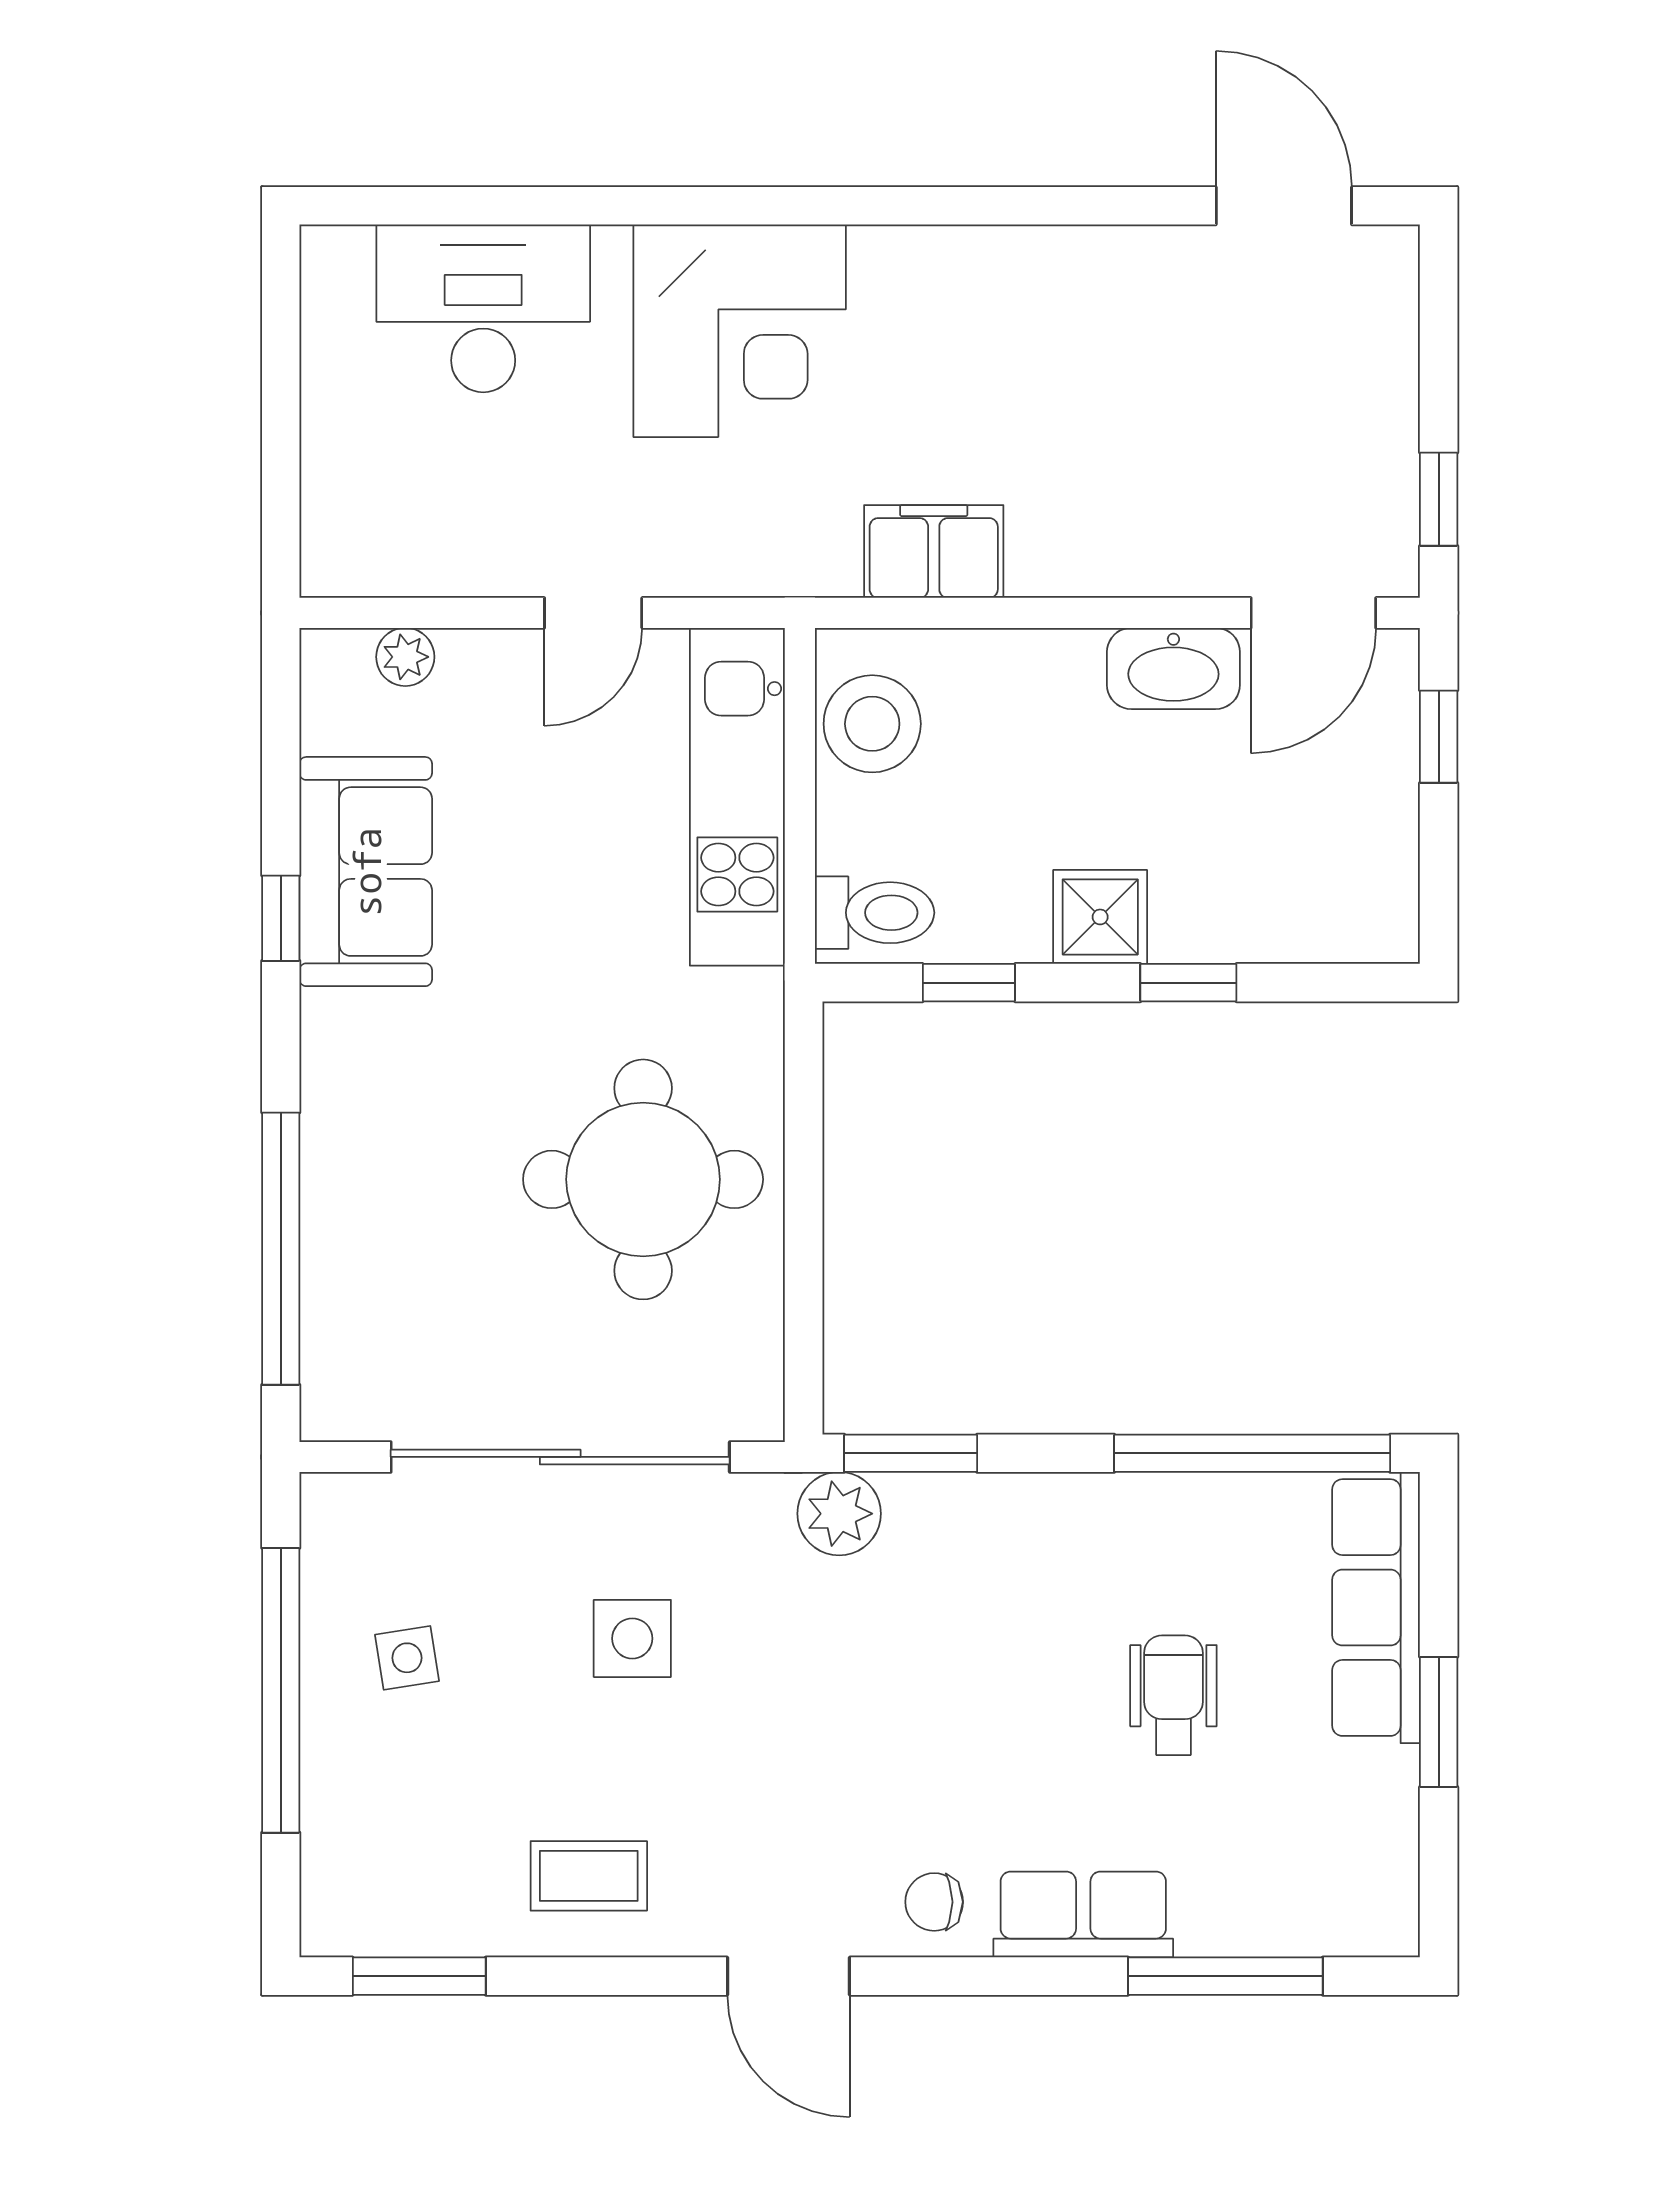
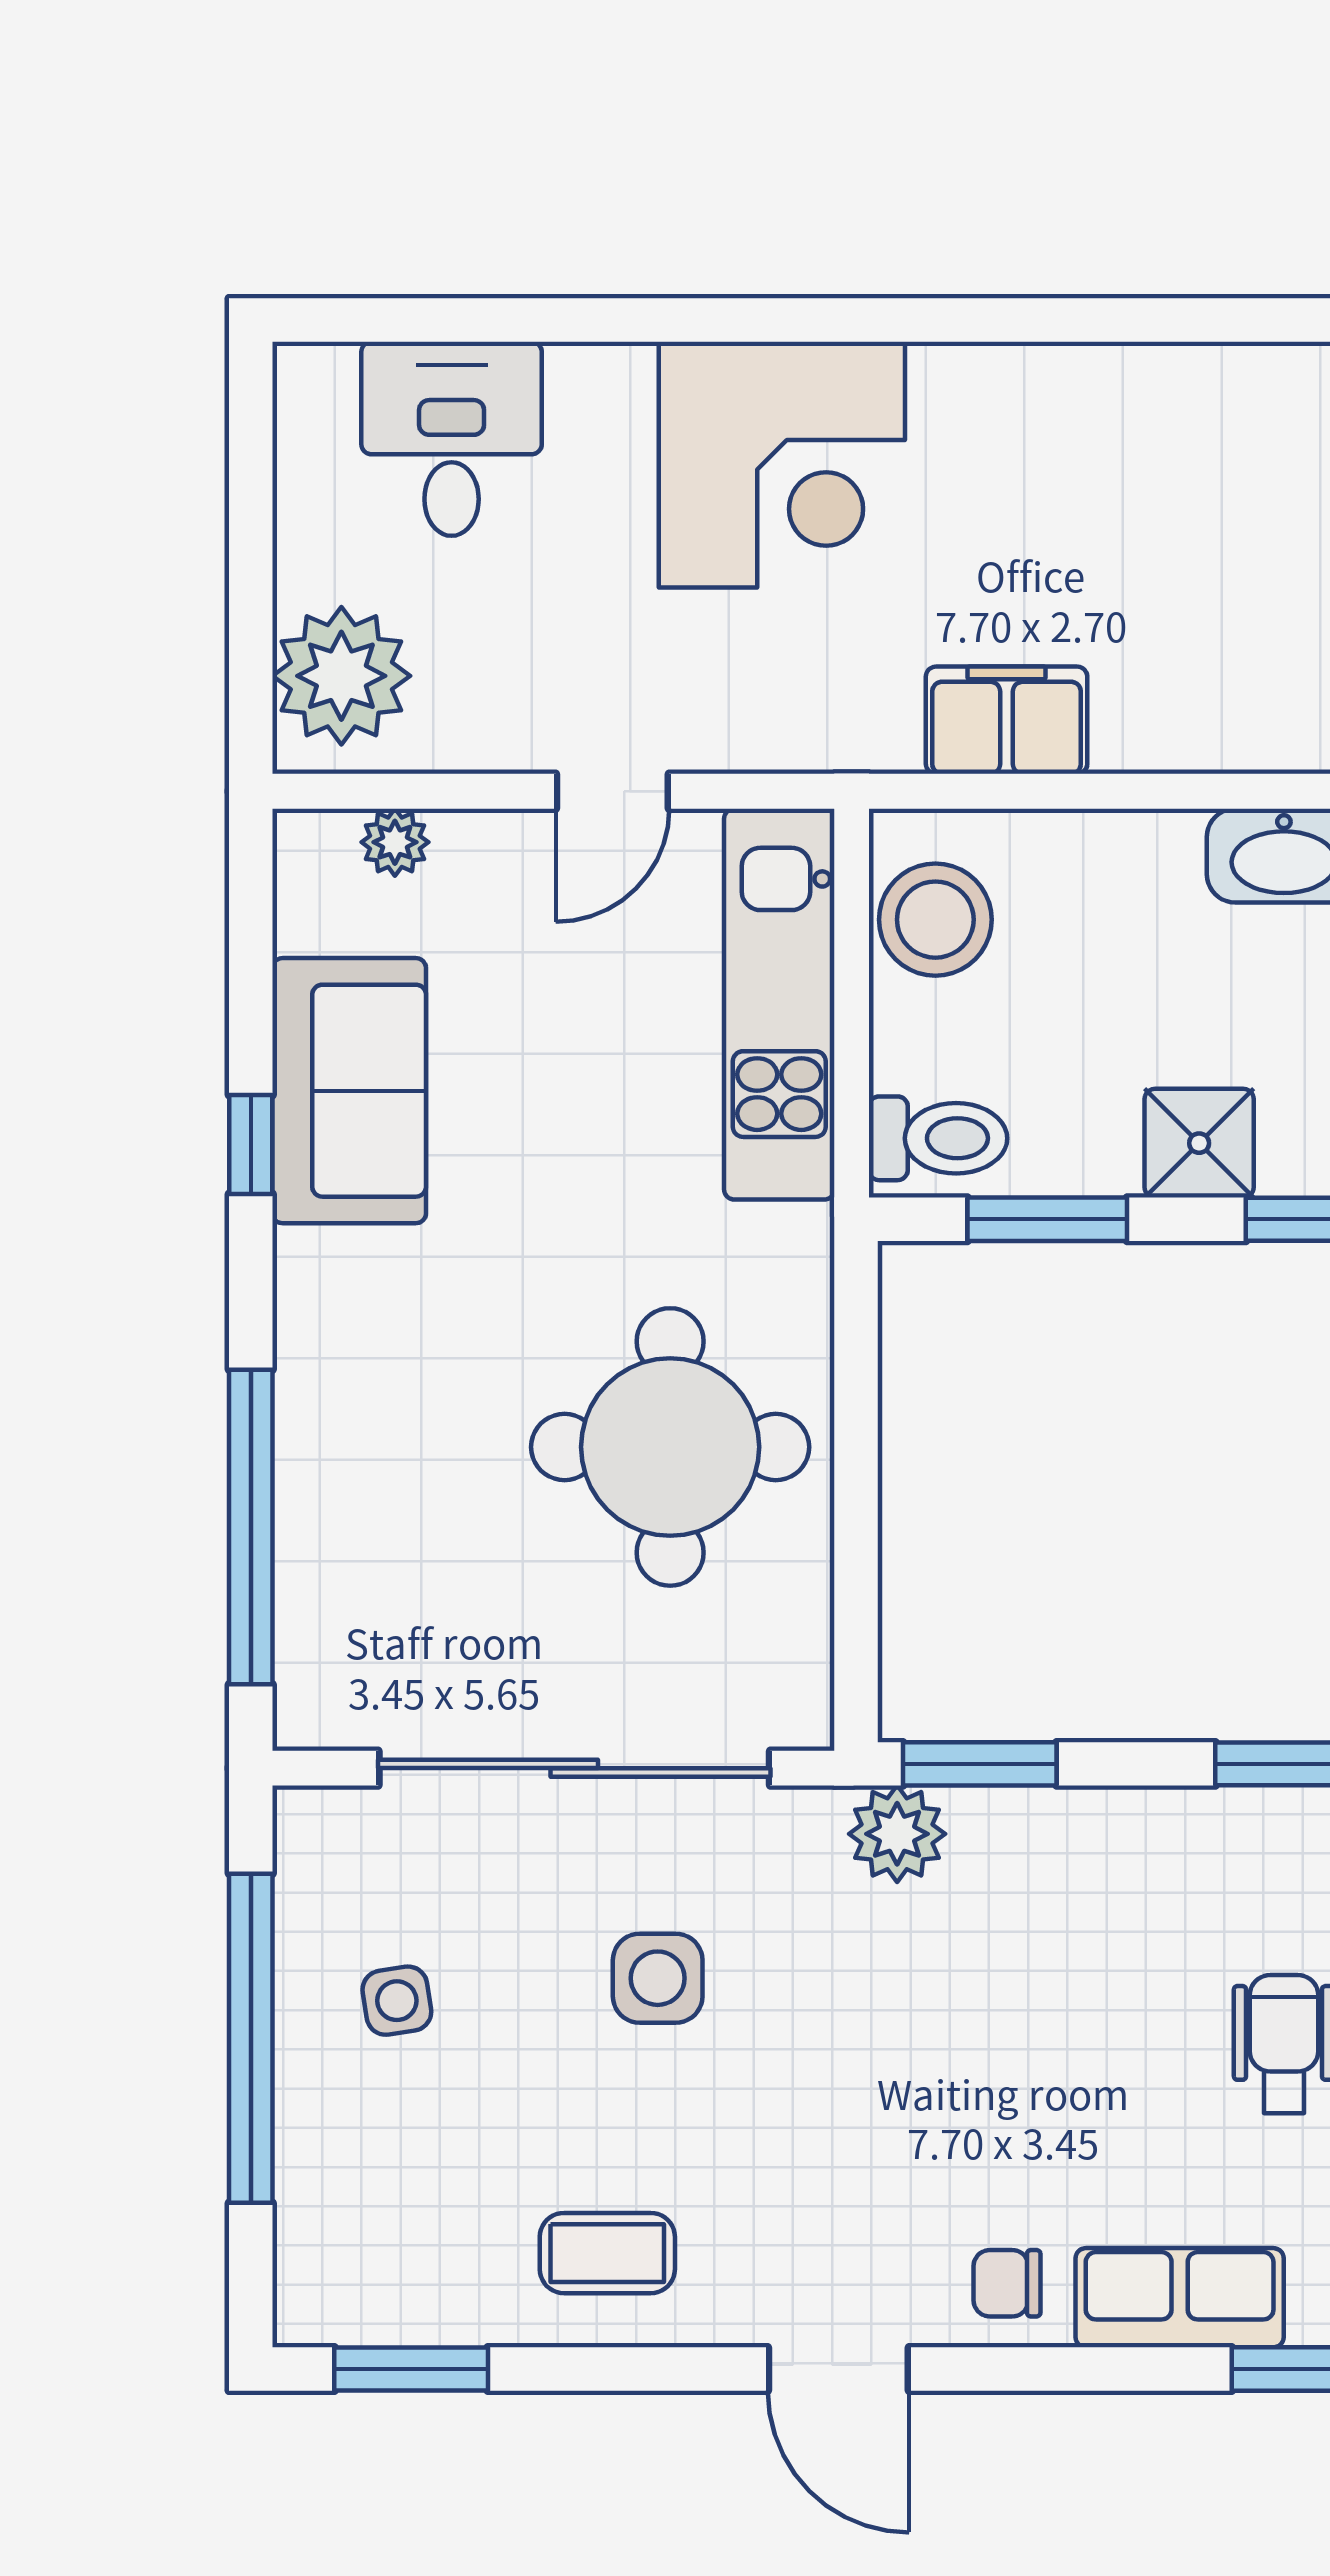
desk: (483, 308) -> (452, 439), width x0.73
plant: (359, 513) -> (341, 676), added
window: (969, 983) -> (1047, 1219), width x1.50

